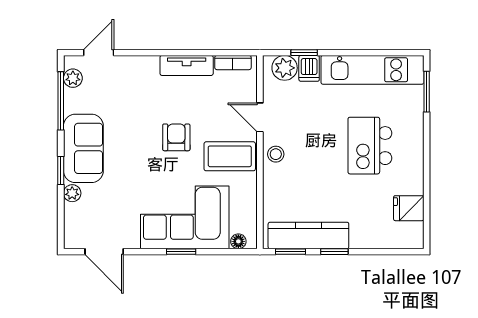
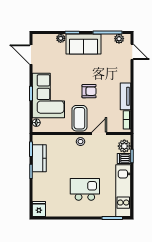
fridge: (409, 208) -> (39, 209), moved
kitchen counter: (308, 235) -> (39, 158), width x0.67
door: (104, 252) -> (31, 55), hinge flipped

